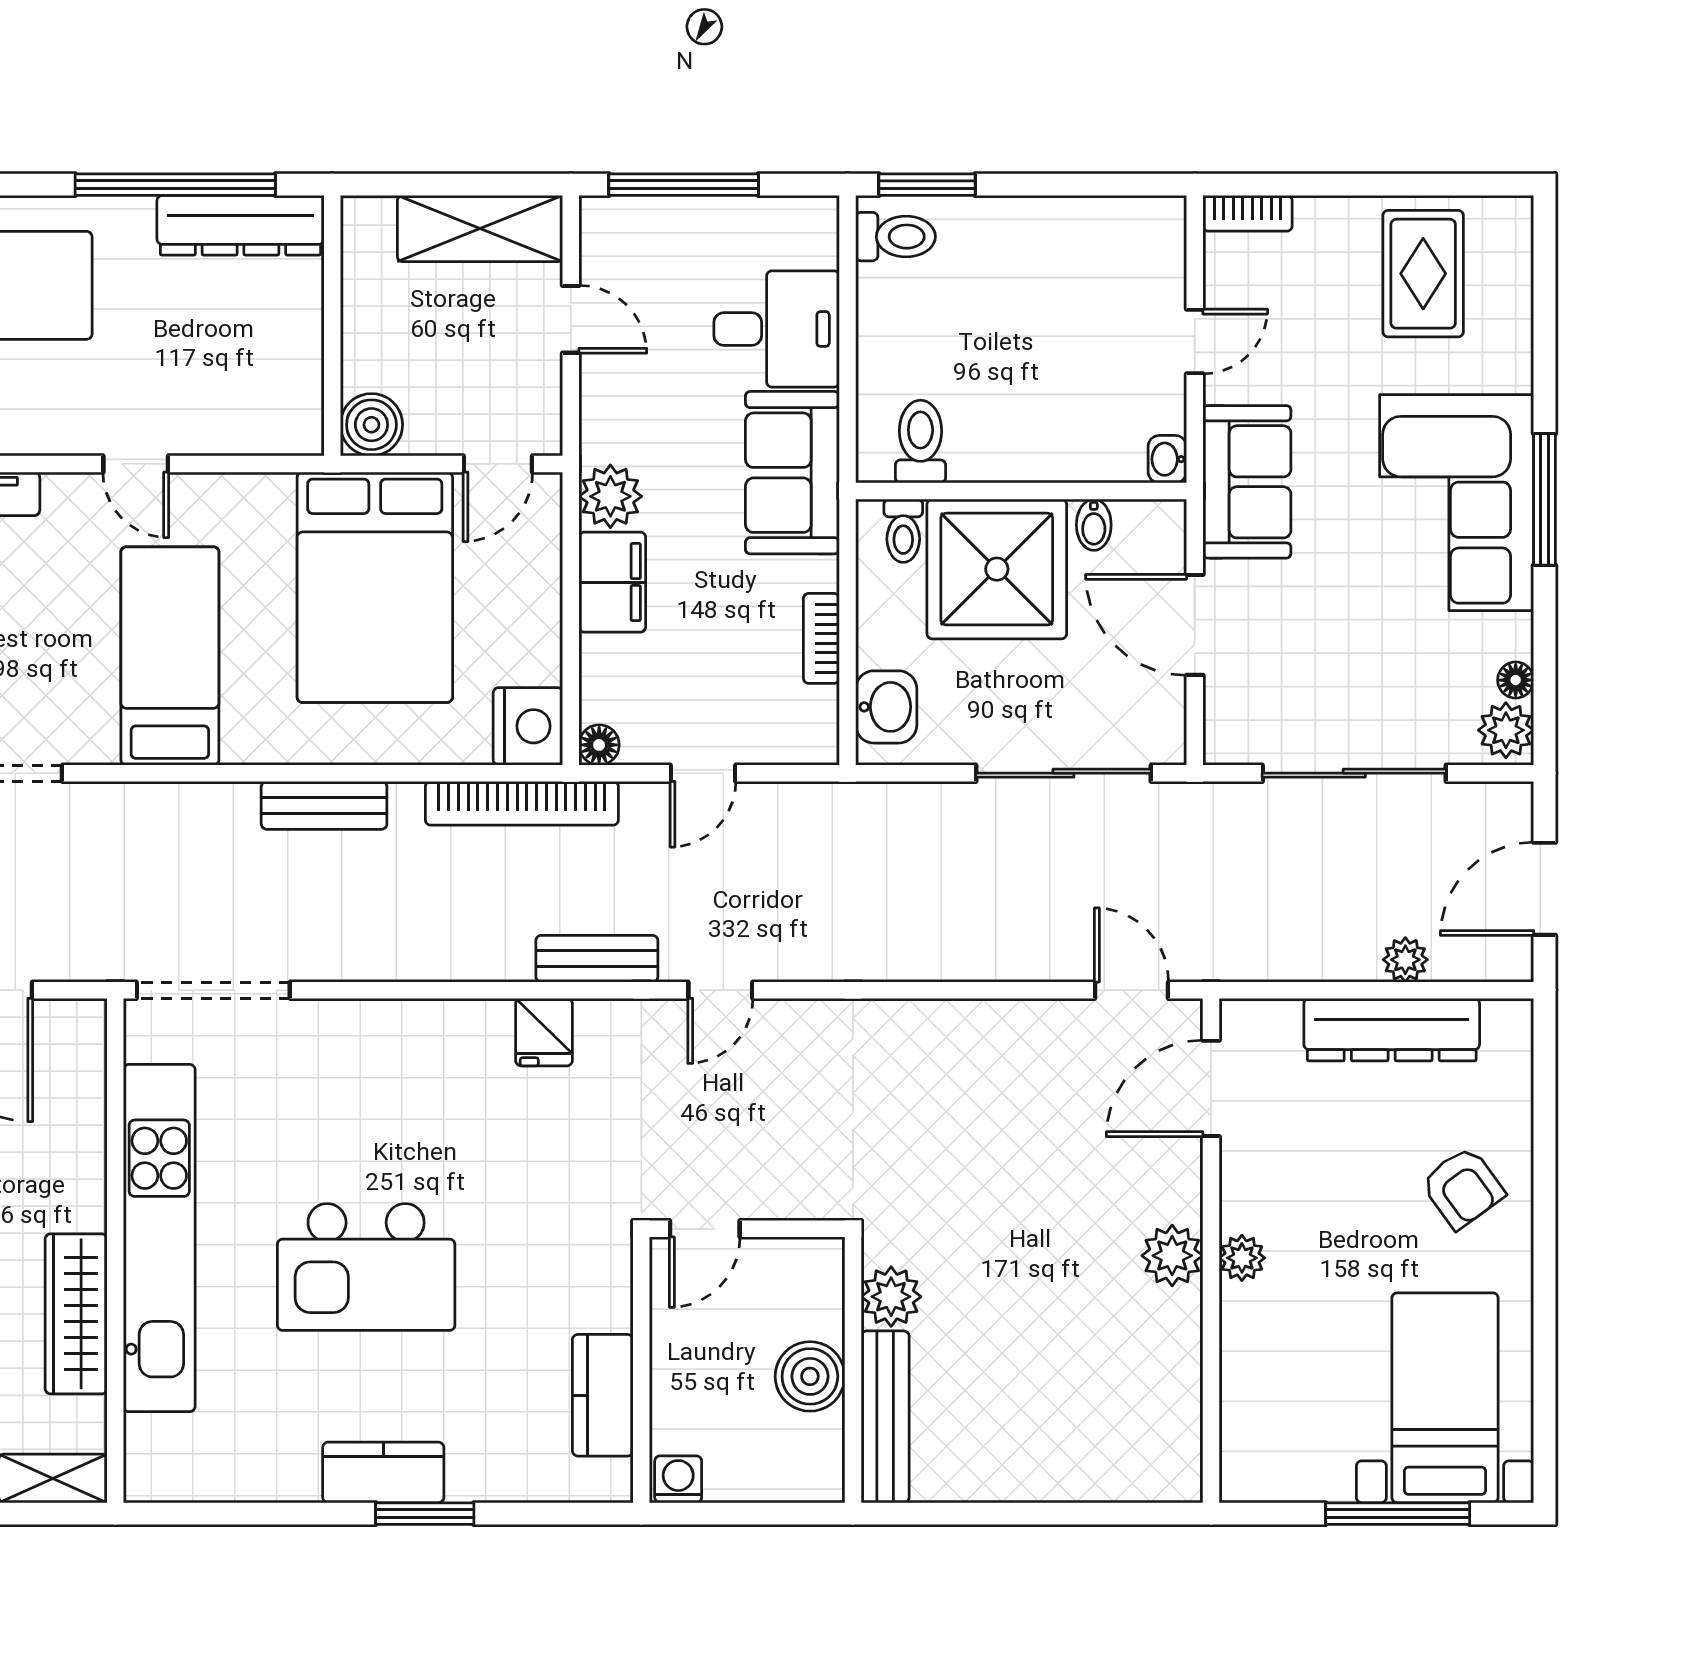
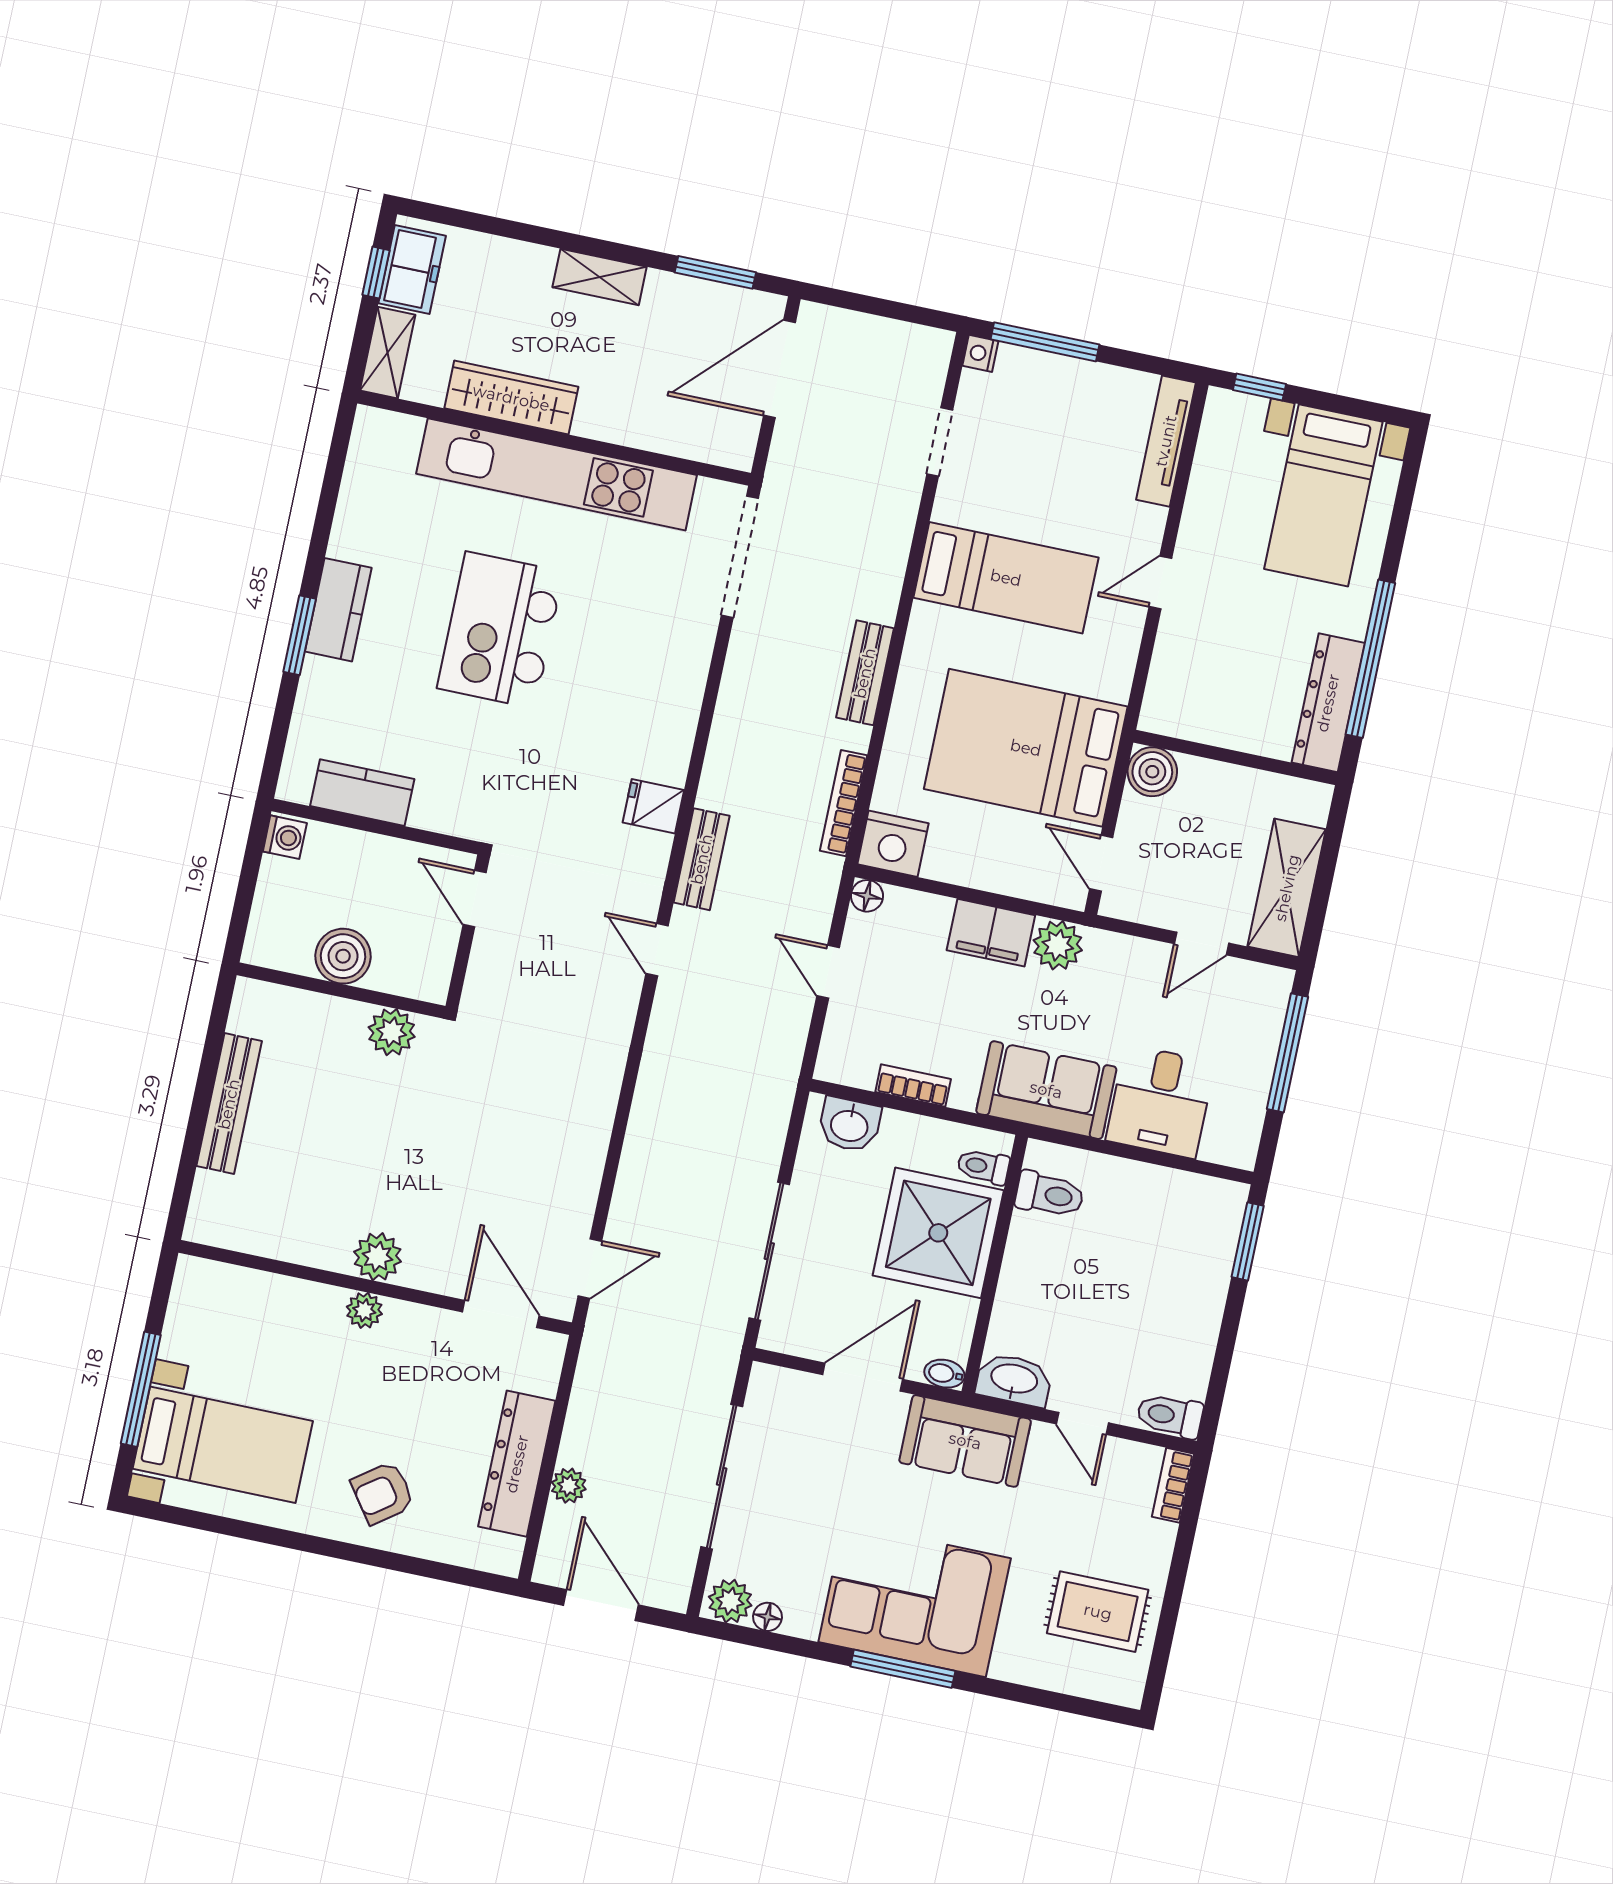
toilet: (896, 237) -> (1170, 1416), moved, turned 90
washbasin: (1167, 459) -> (1014, 1380), width x1.91, depth x1.45
bidet: (1094, 525) -> (944, 1374), moved
bookcase: (522, 803) -> (844, 803), width x0.68, depth x0.76
bench: (885, 1417) -> (229, 1104), moved, turned 90

